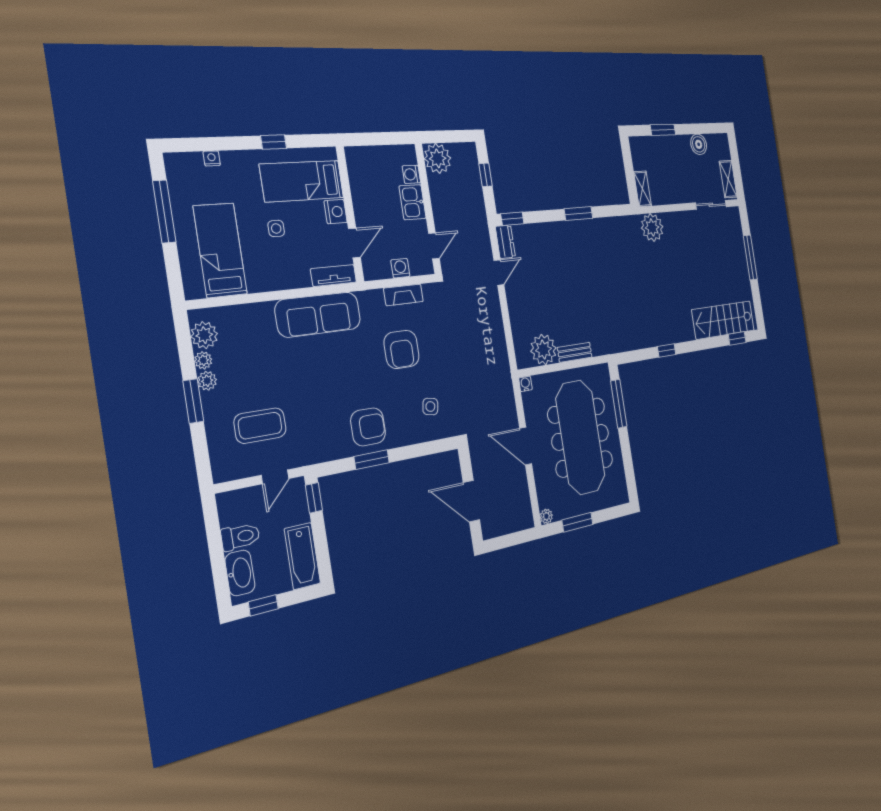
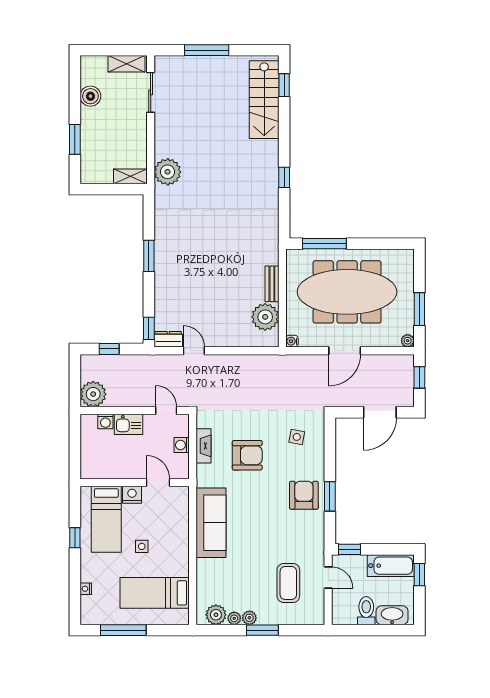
tv unit: (334, 275) -> (182, 505), removed
window: (513, 539) -> (419, 377), added
window: (263, 605) -> (419, 575), moved

